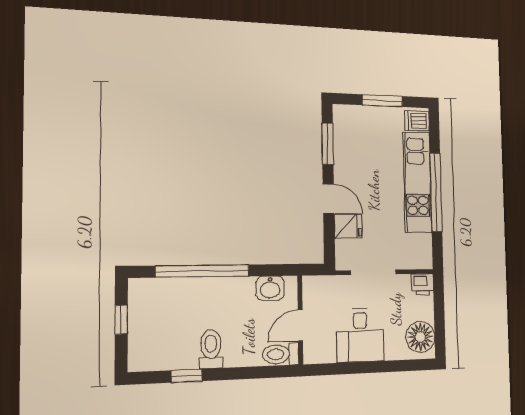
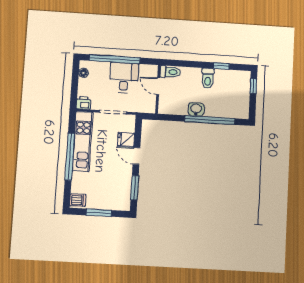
kitchen unit: (417, 182) -> (83, 141), moved
washbasin: (270, 288) -> (196, 109), moved
window: (121, 320) -> (253, 86), moved
door: (300, 325) -> (158, 86), swing flipped
floor lamp: (420, 337) -> (84, 73), width x0.53, depth x0.53
window: (378, 367) -> (115, 59), added

